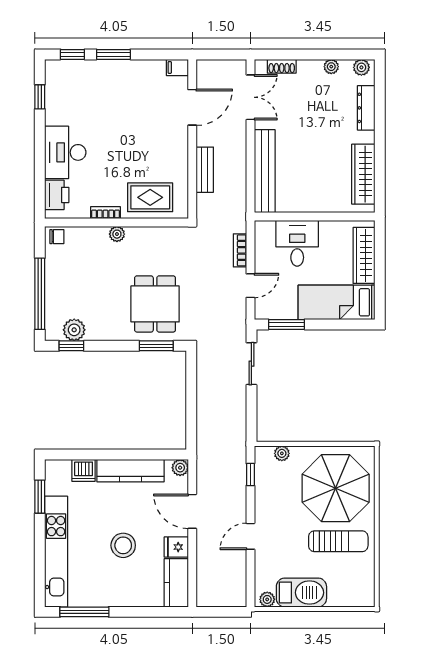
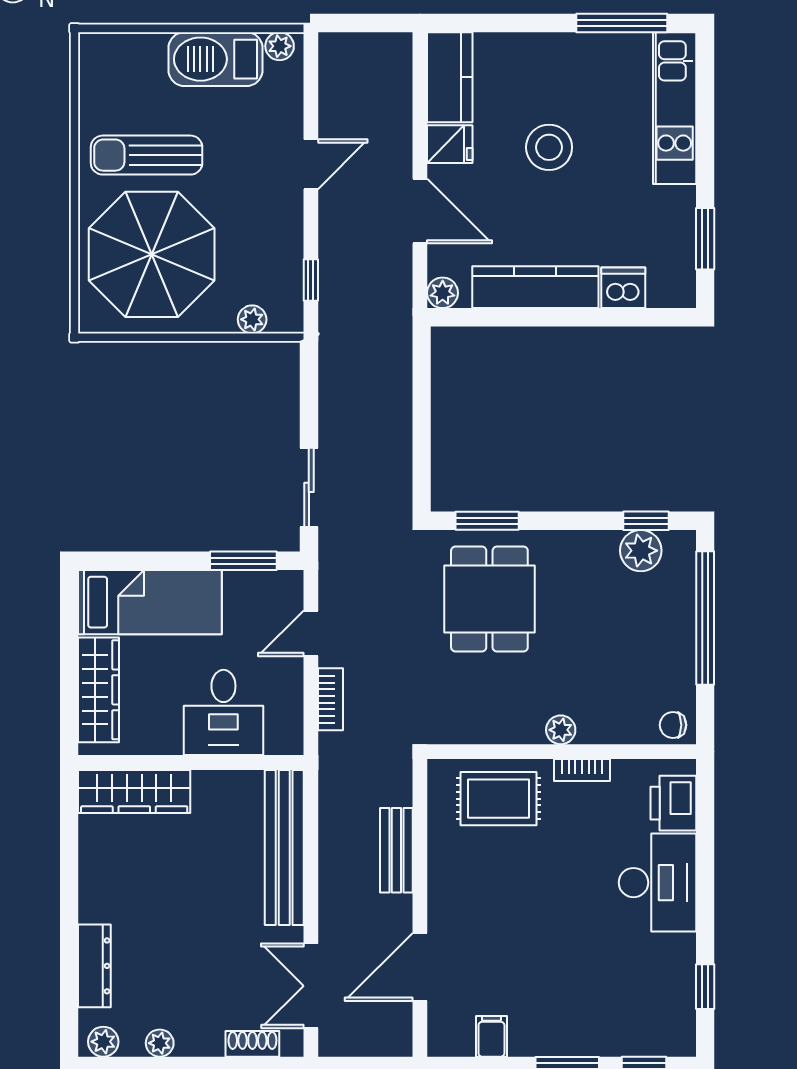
filing cabinet: (177, 67) -> (491, 1036), moved, turned -90
wardrobe: (363, 174) -> (134, 791), moved, turned 90
kitchen unit: (56, 552) -> (675, 108), width x0.73

